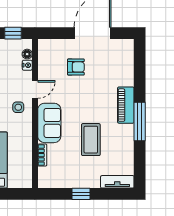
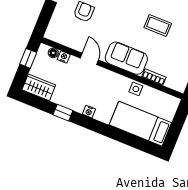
side table: (18, 107) -> (136, 89), moved
coffee table: (91, 140) -> (158, 25), width x0.73, depth x0.77

